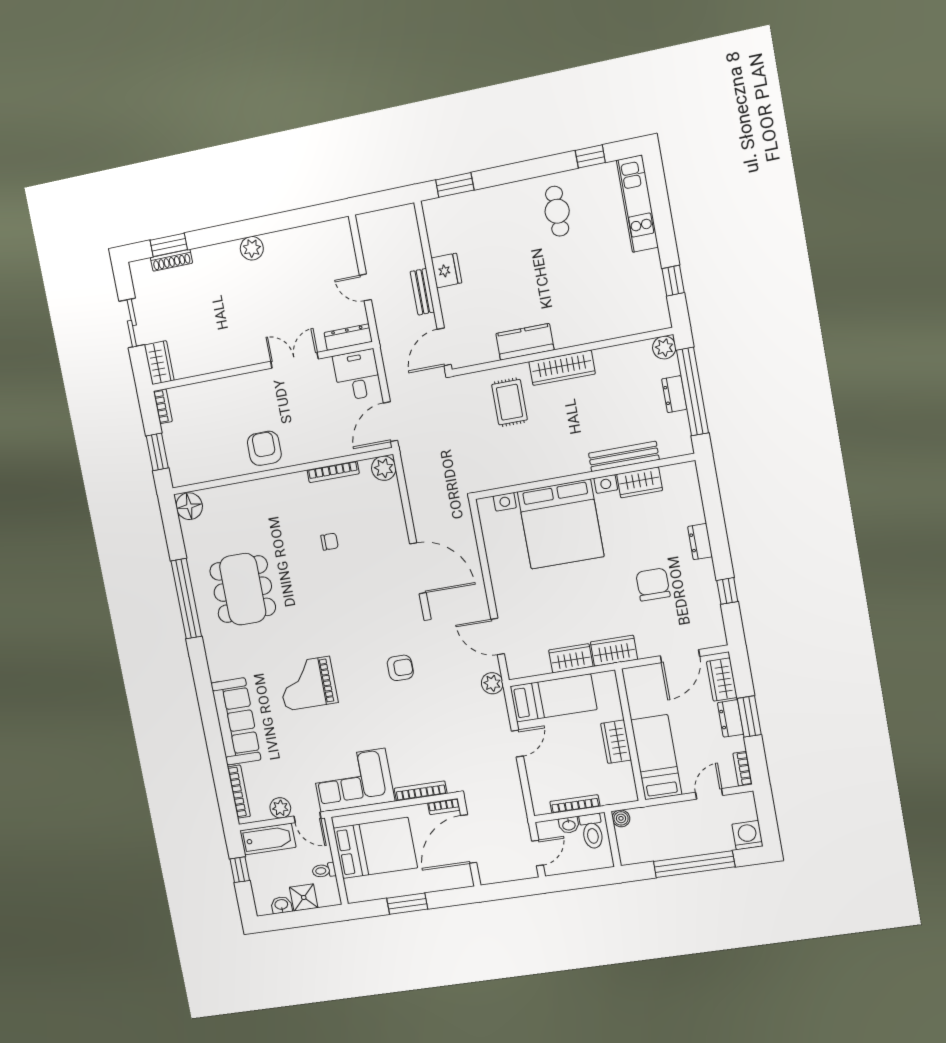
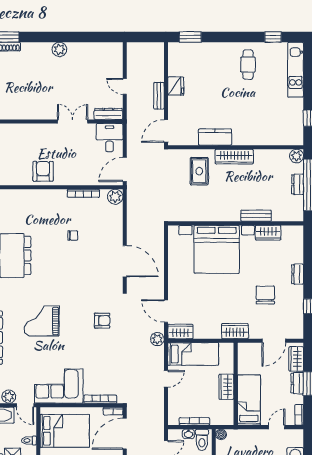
bench: (624, 456) -> (256, 216), width x0.73
wardrobe: (571, 658) -> (180, 332), moved

